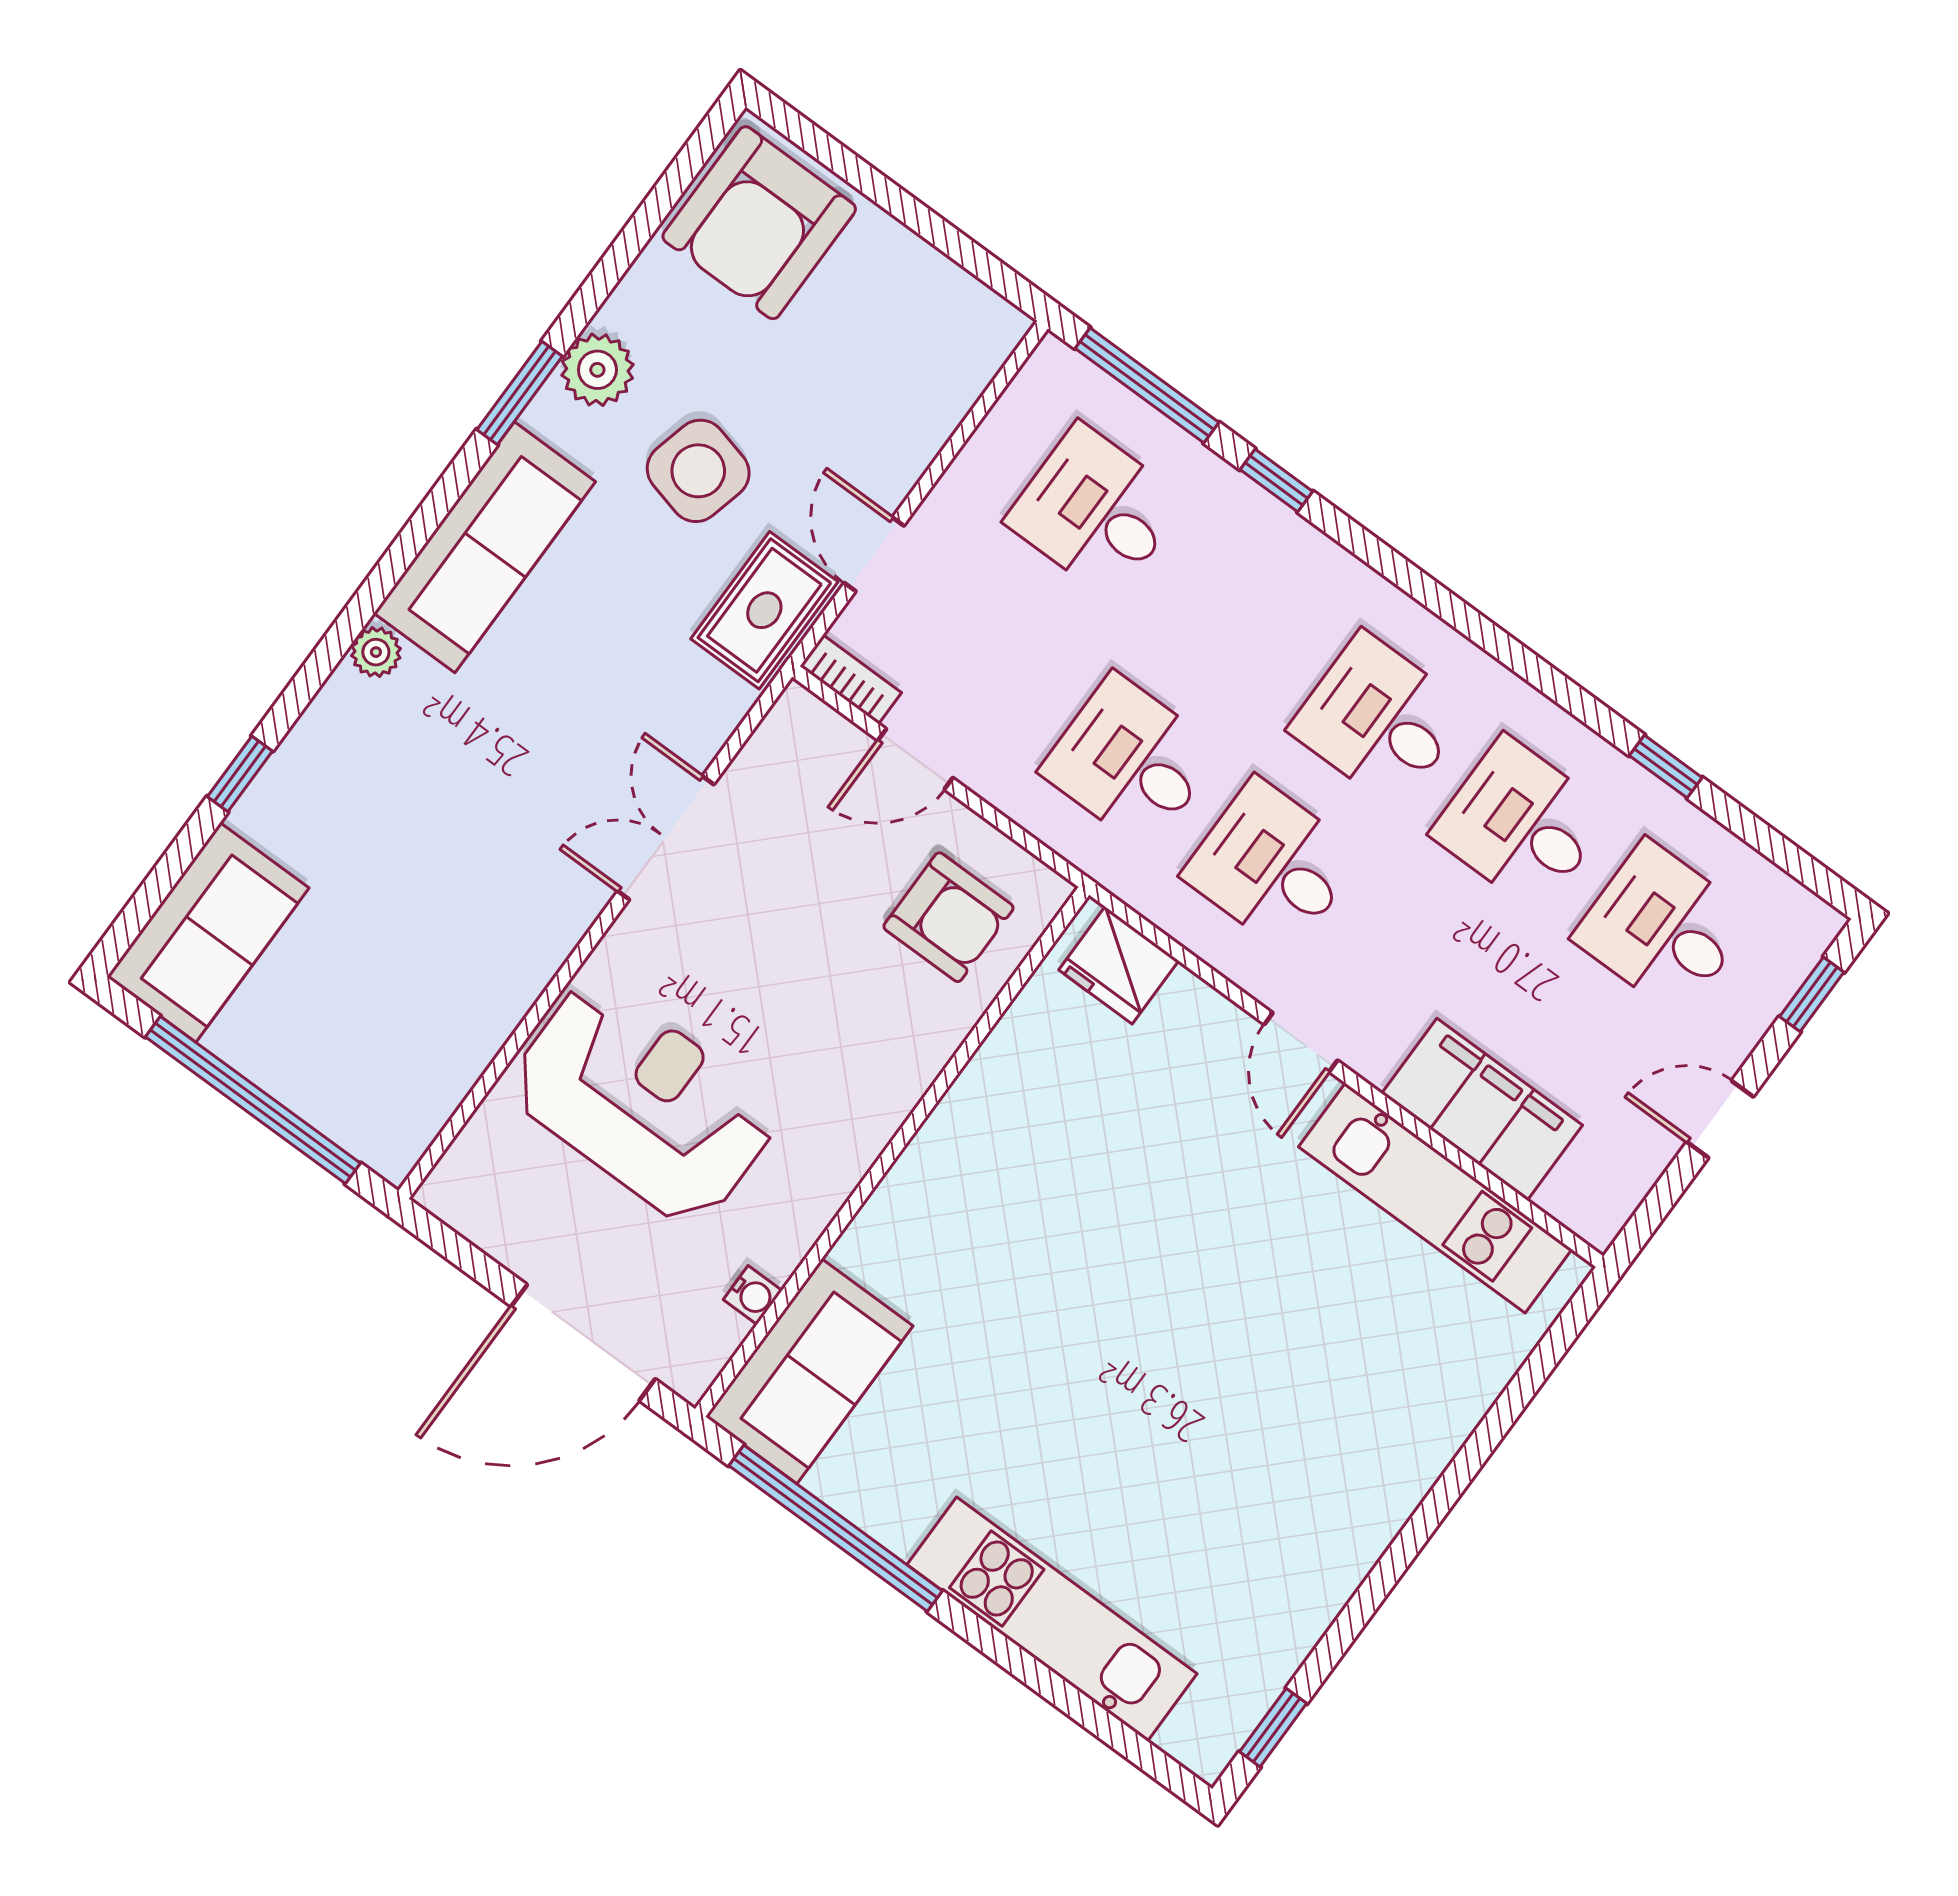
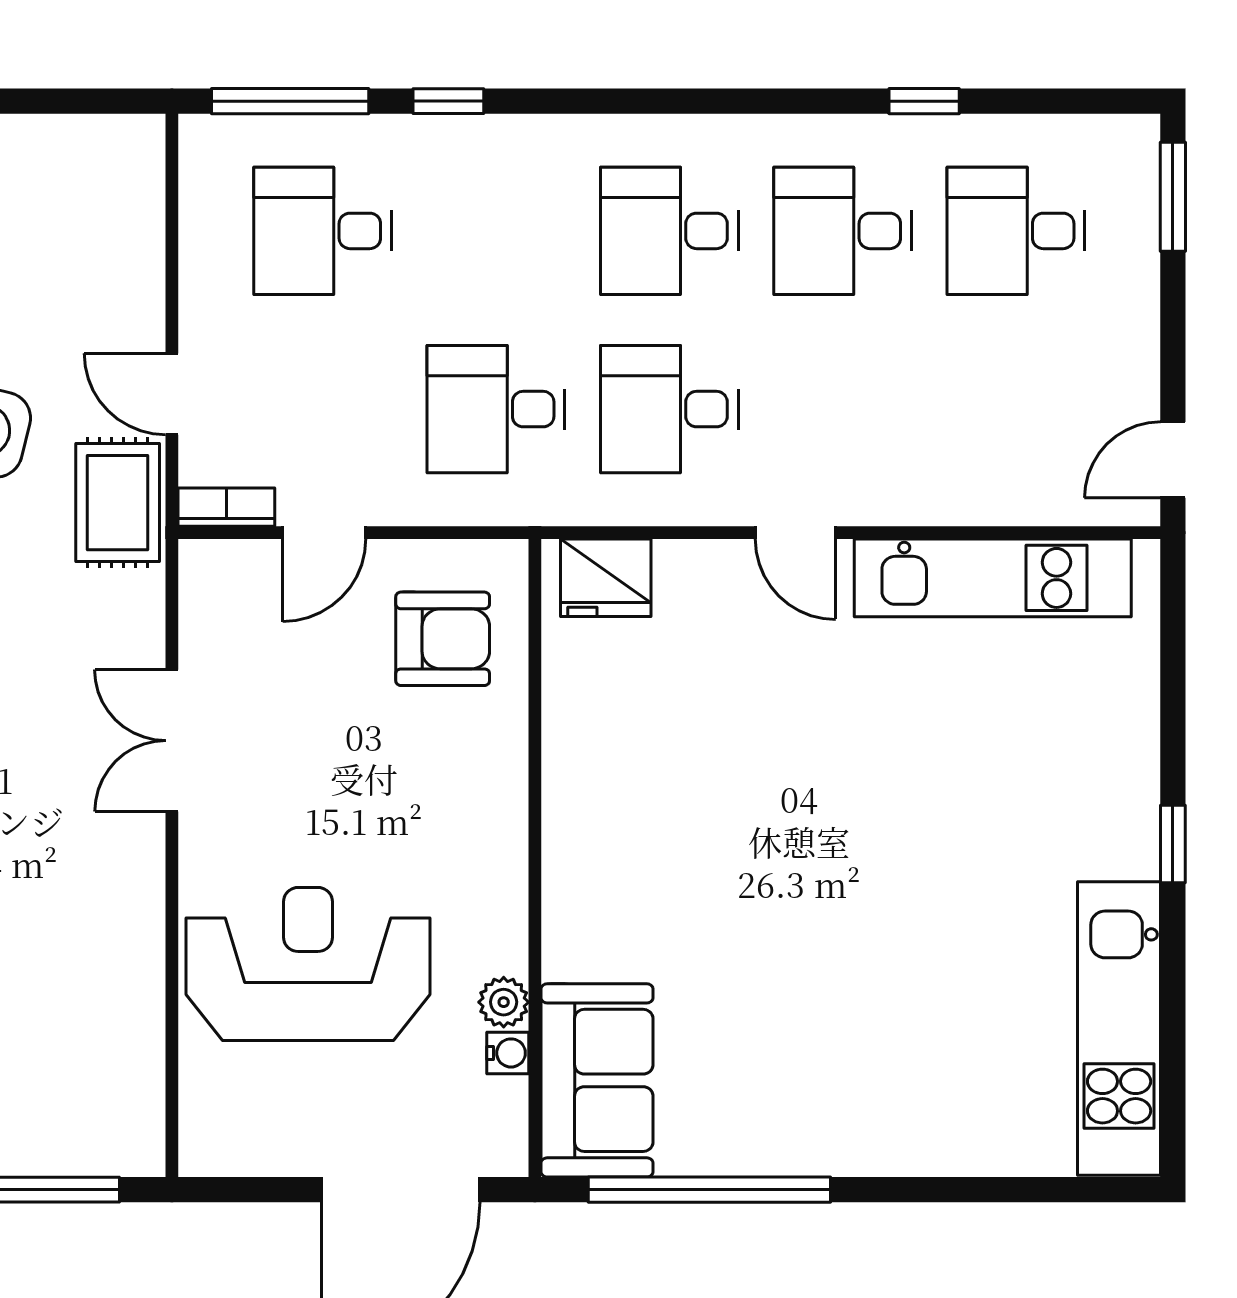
window: (1812, 994) -> (1173, 197), width x1.50
filing cabinet: (1482, 1109) -> (978, 480), removed
door: (1720, 1119) -> (1173, 460), moved
plant: (780, 1251) -> (504, 1002), added
kitchen unit: (1052, 1619) -> (1119, 1028), moved, turned -90
window: (1273, 1728) -> (1173, 844), moved

